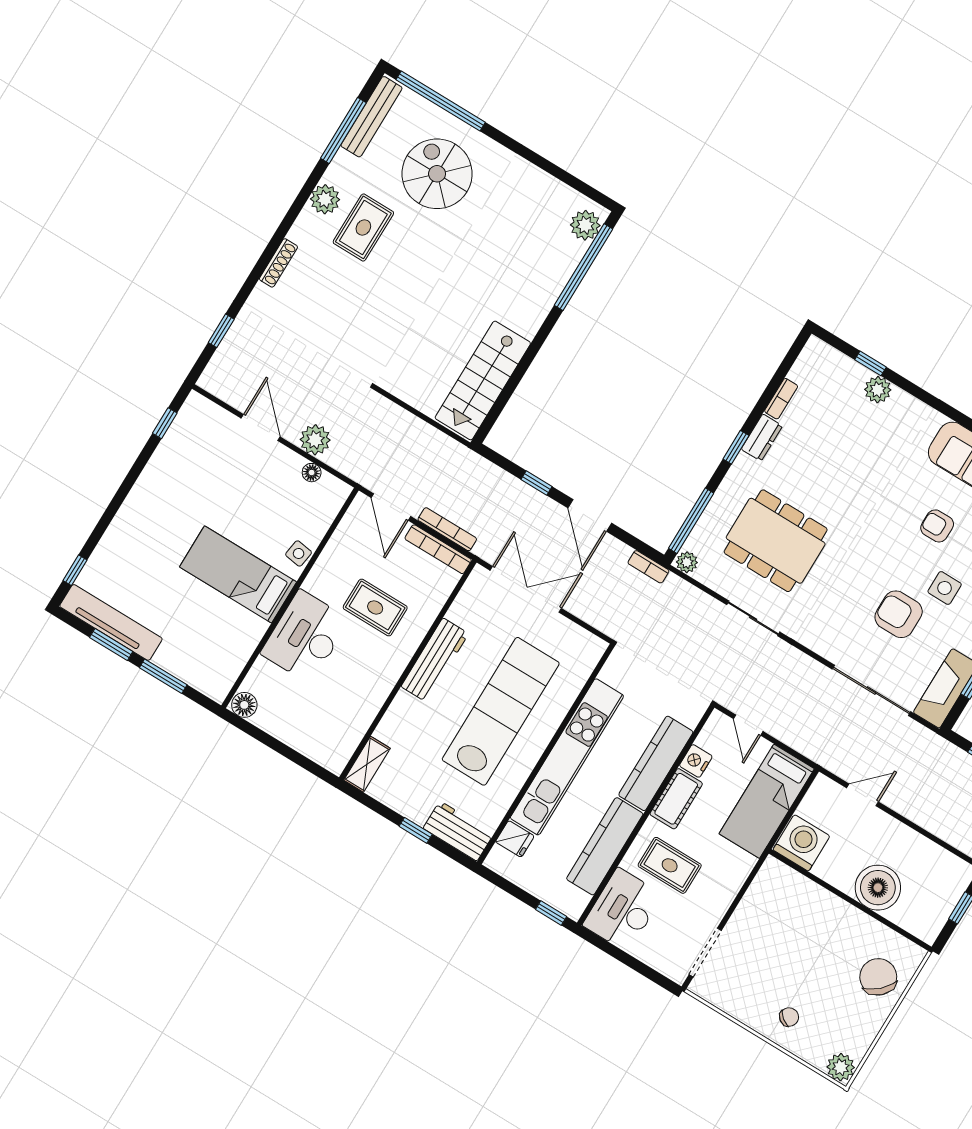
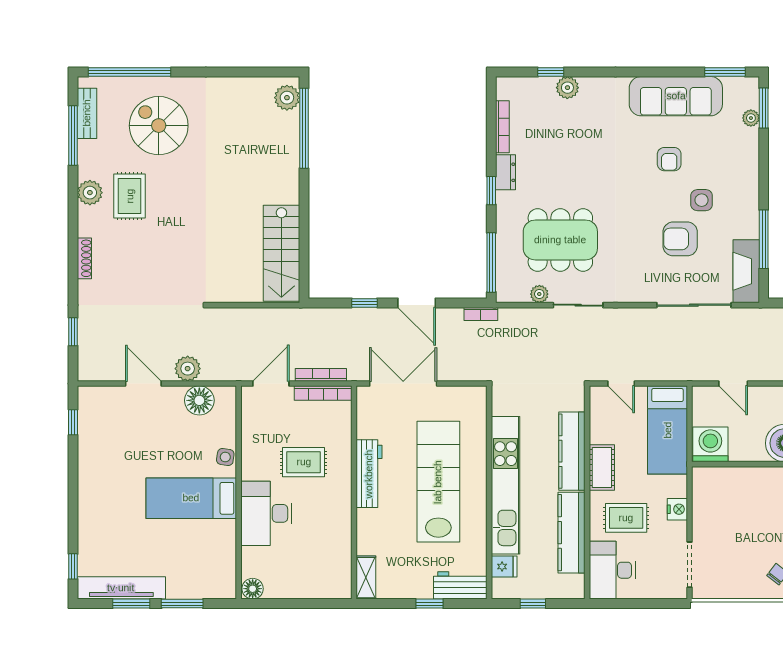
bench: (371, 117) -> (87, 113), width x0.73
bookcase: (781, 399) -> (502, 127), width x1.56
floor lamp: (312, 473) -> (199, 400), width x1.89, depth x1.89
door: (391, 507) -> (271, 384), swing flipped
armchair: (937, 526) -> (669, 159), turned -90
plant: (687, 562) -> (539, 294), moved
nightstand: (696, 761) -> (677, 509), moved, turned 180
door: (863, 795) -> (733, 384), swing flipped
window: (551, 913) -> (533, 604), moved

